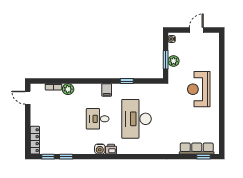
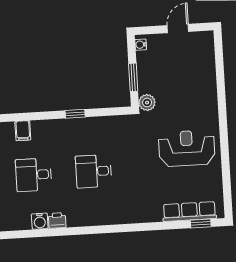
plant: (174, 61) -> (147, 103), moved
reception desk: (199, 89) -> (187, 148), moved, turned 90
filing cabinet: (107, 90) -> (23, 131), moved
desk: (136, 119) -> (94, 171), width x0.53, depth x0.77

